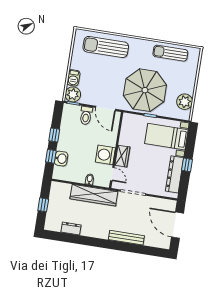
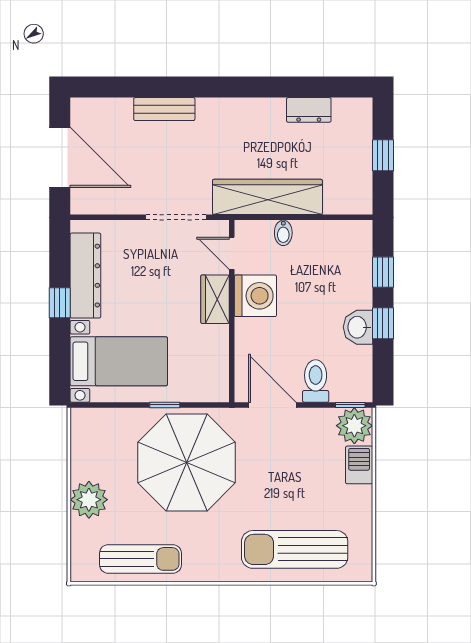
sun lounger: (106, 47) -> (295, 549), turned 180
plant: (185, 102) -> (89, 500), moved
washbasin: (61, 159) -> (358, 327), moved
bench: (126, 238) -> (164, 109), width x0.73

